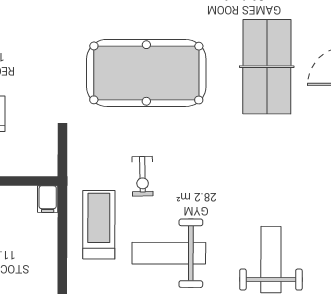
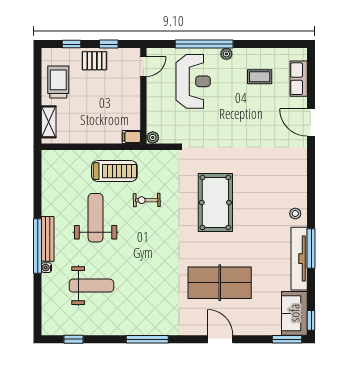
pool table: (146, 73) -> (215, 203), width x0.73, depth x0.76
plant: (48, 167) -> (153, 137), added

